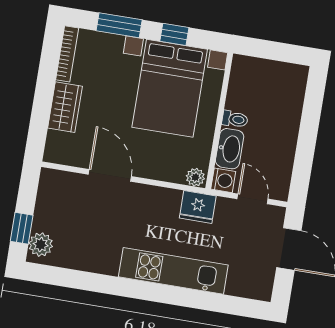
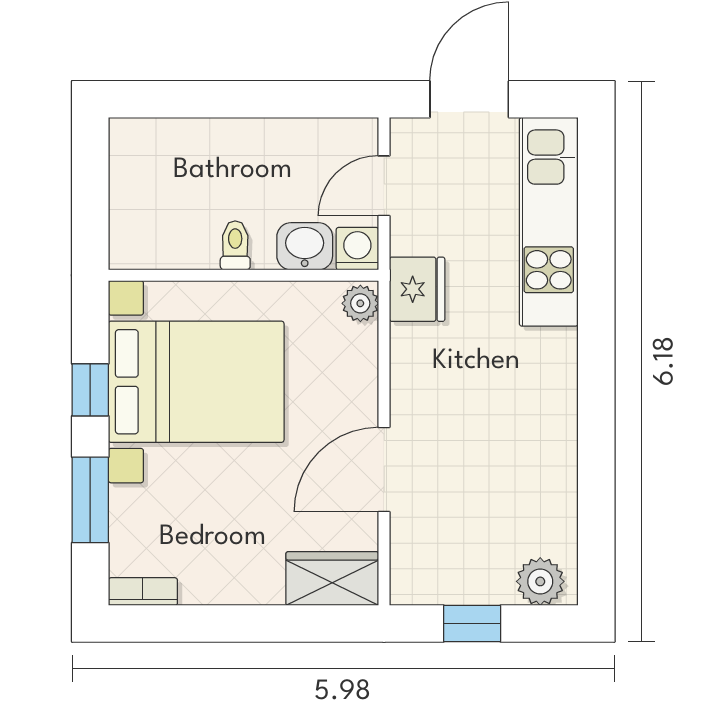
bookcase: (67, 54) -> (143, 592), width x0.64
wardrobe: (65, 107) -> (332, 579), moved
washbasin: (230, 149) -> (305, 246), width x0.72
window: (22, 228) -> (472, 624), moved
kitchen unit: (173, 271) -> (549, 222), moved

